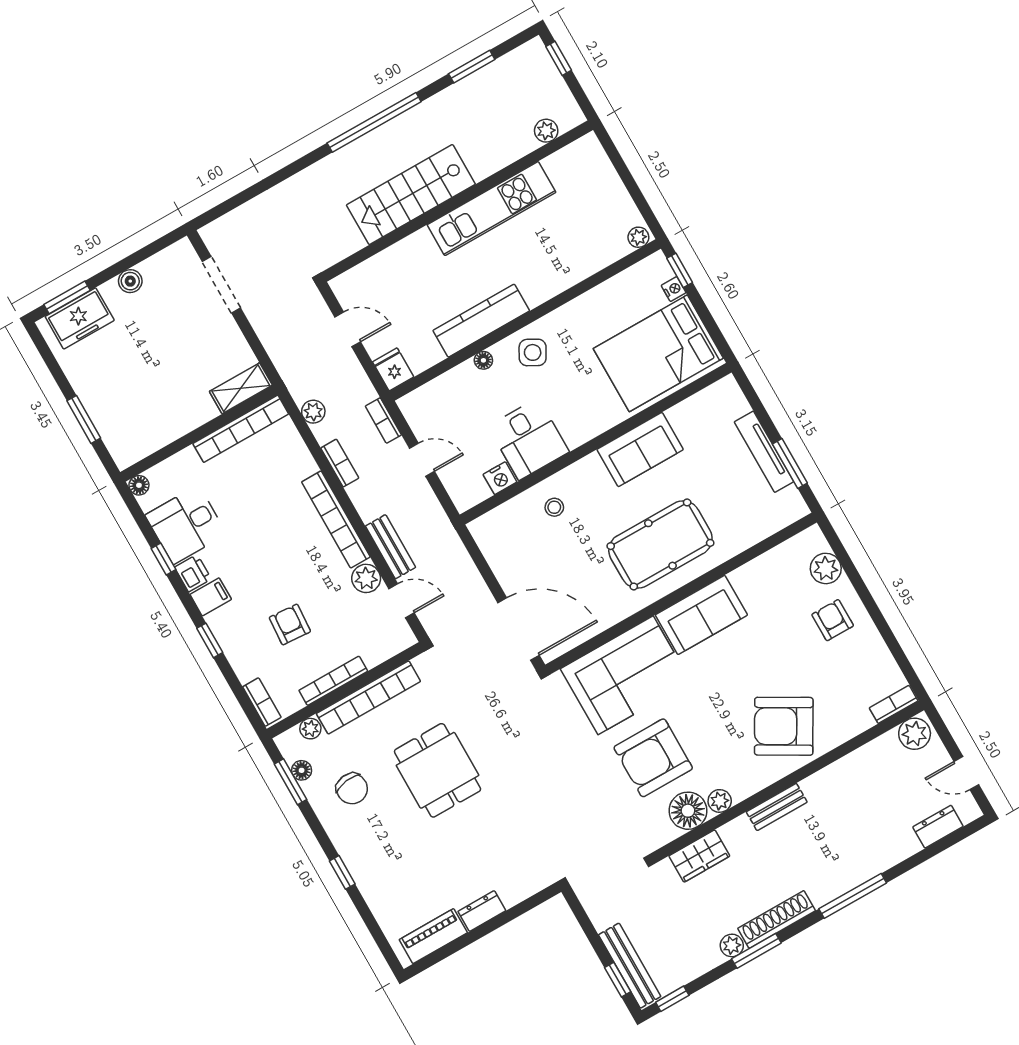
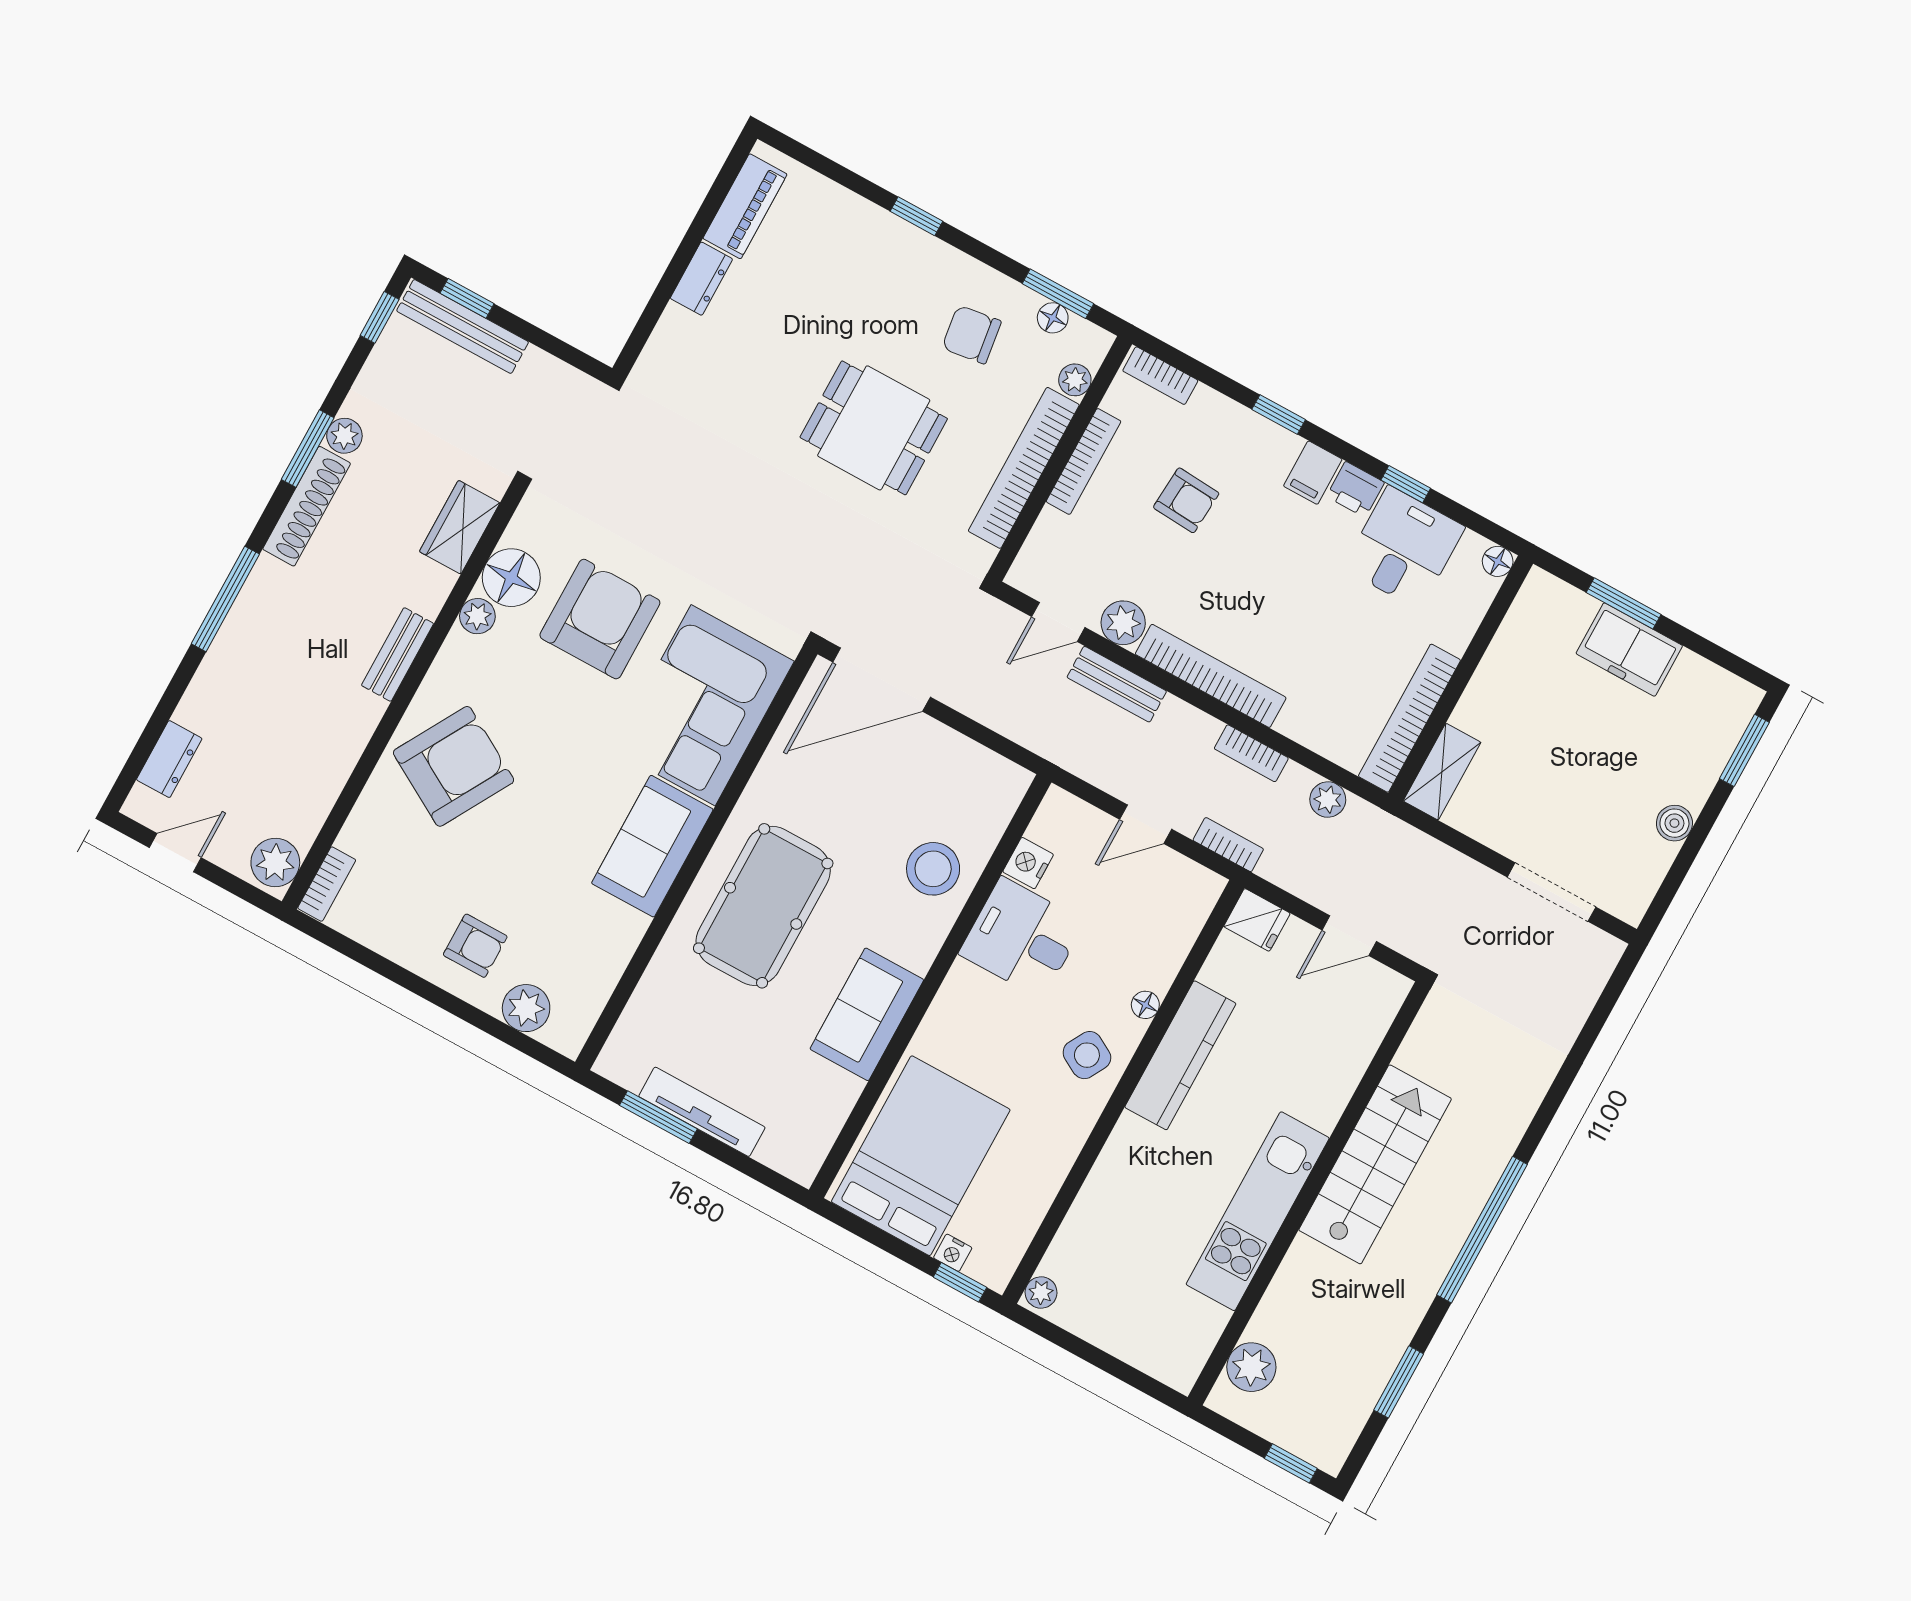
plant: (546, 131) -> (1251, 1367), width x1.38, depth x1.38
freezer: (80, 318) -> (1629, 650), moved, turned -90
stool: (554, 507) -> (933, 869), width x1.89, depth x1.89

